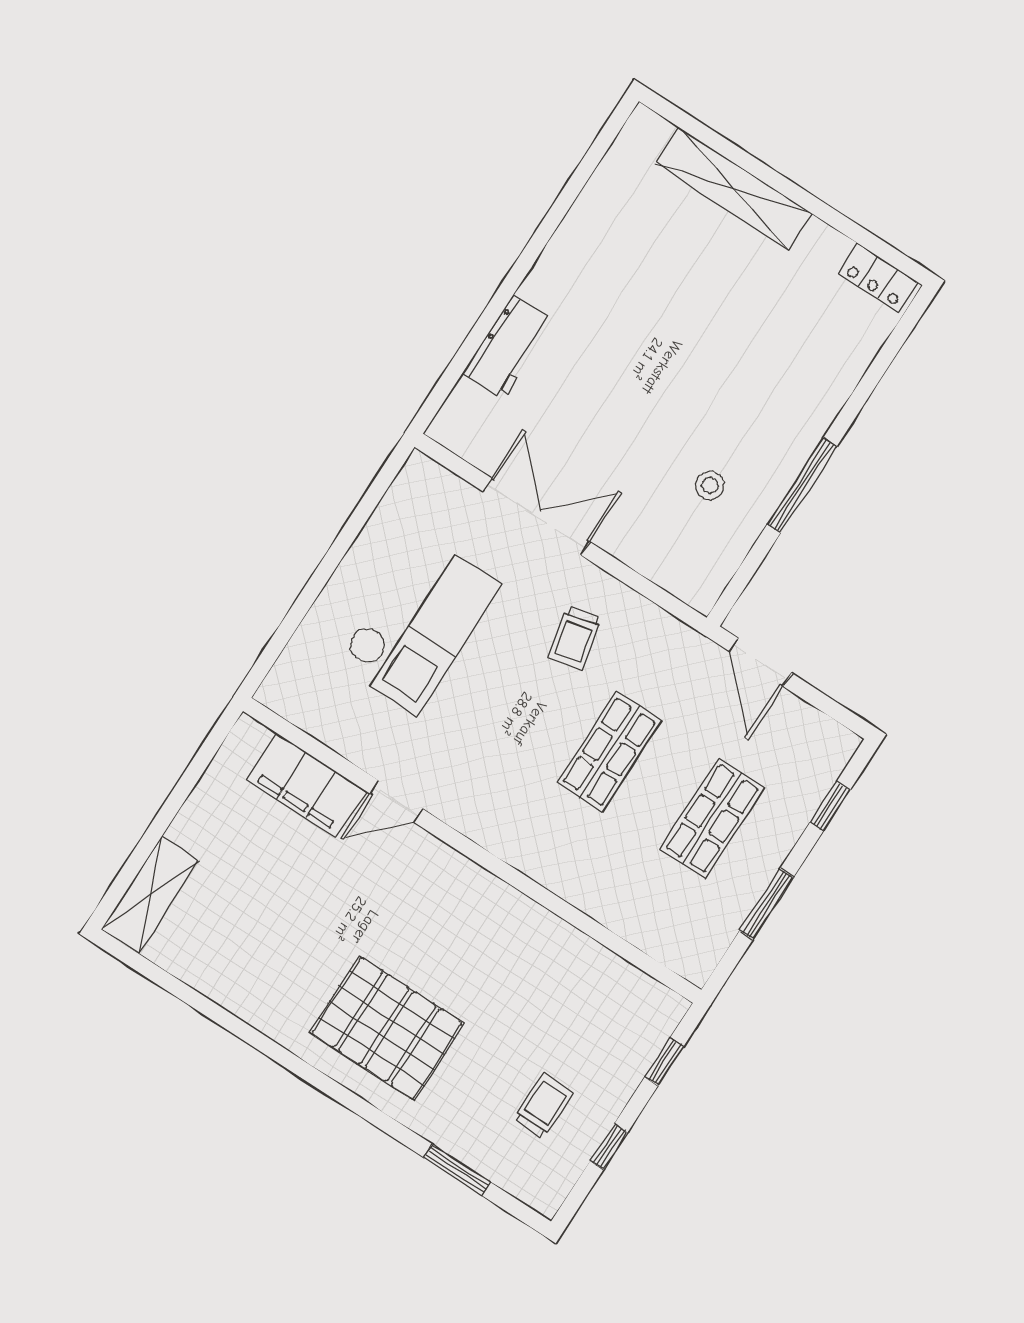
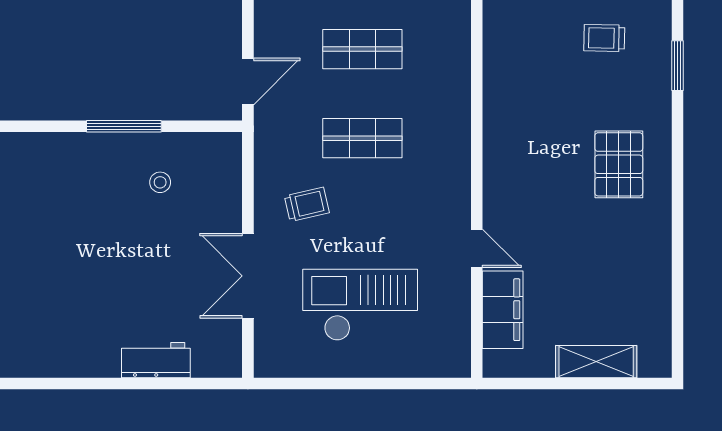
shelving: (150, 895) -> (596, 362), moved
pallet: (387, 1028) -> (619, 164), width x0.73, depth x0.71

